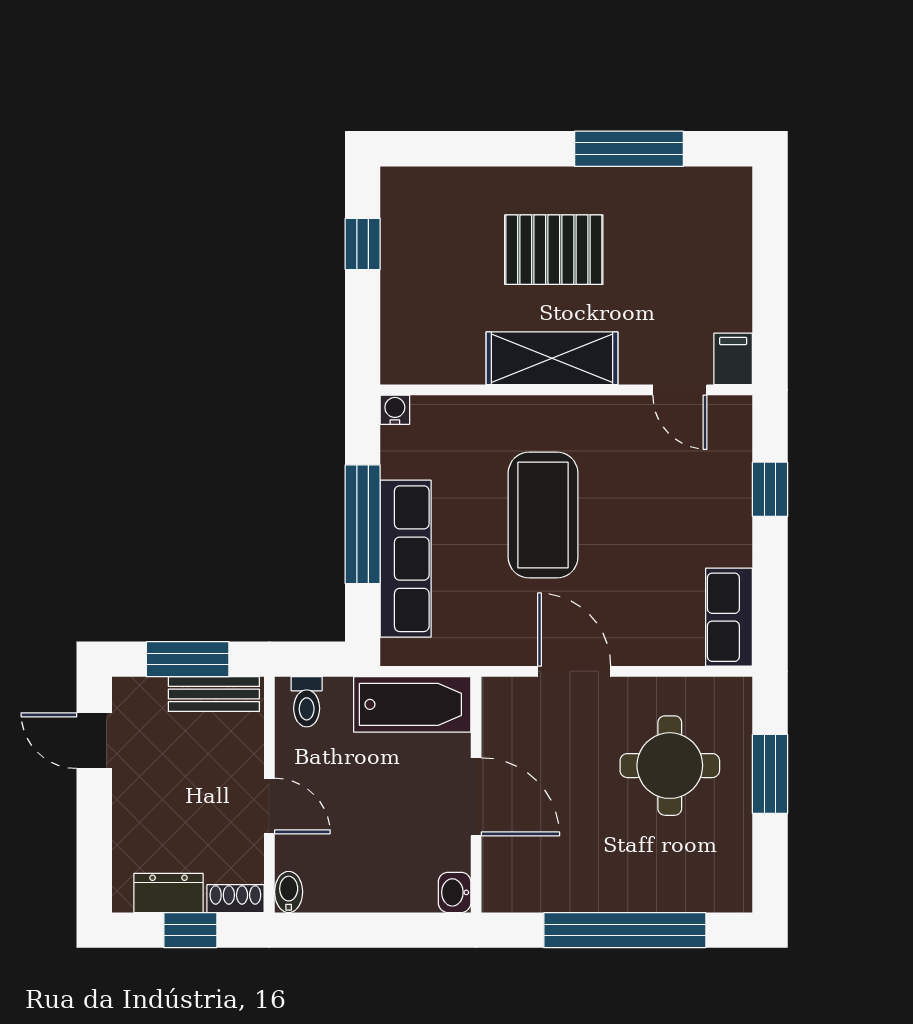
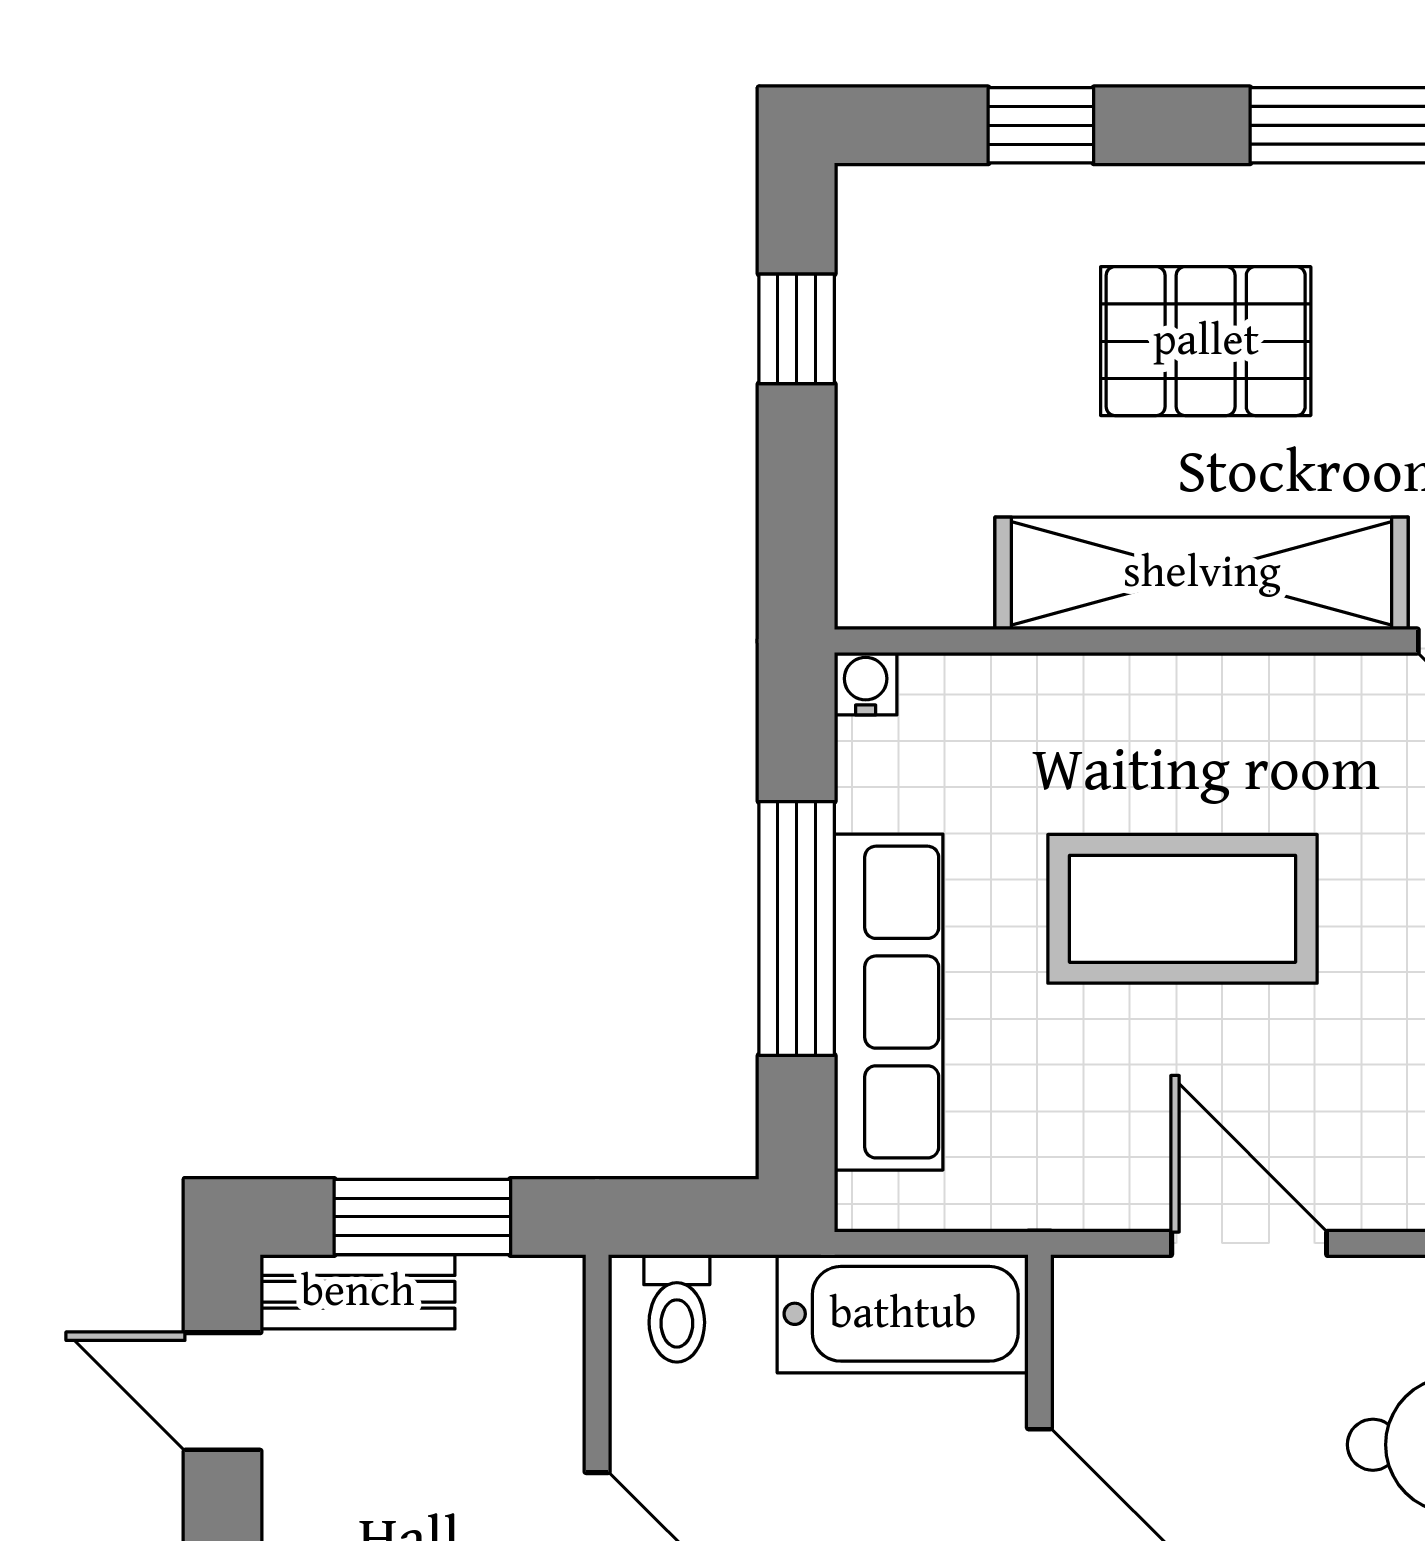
window: (477, 149) -> (1041, 125), added
shelving: (552, 358) -> (1202, 573), width x1.47
coffee table: (543, 515) -> (1182, 909), turned 90
bench: (214, 694) -> (358, 1292), moved

